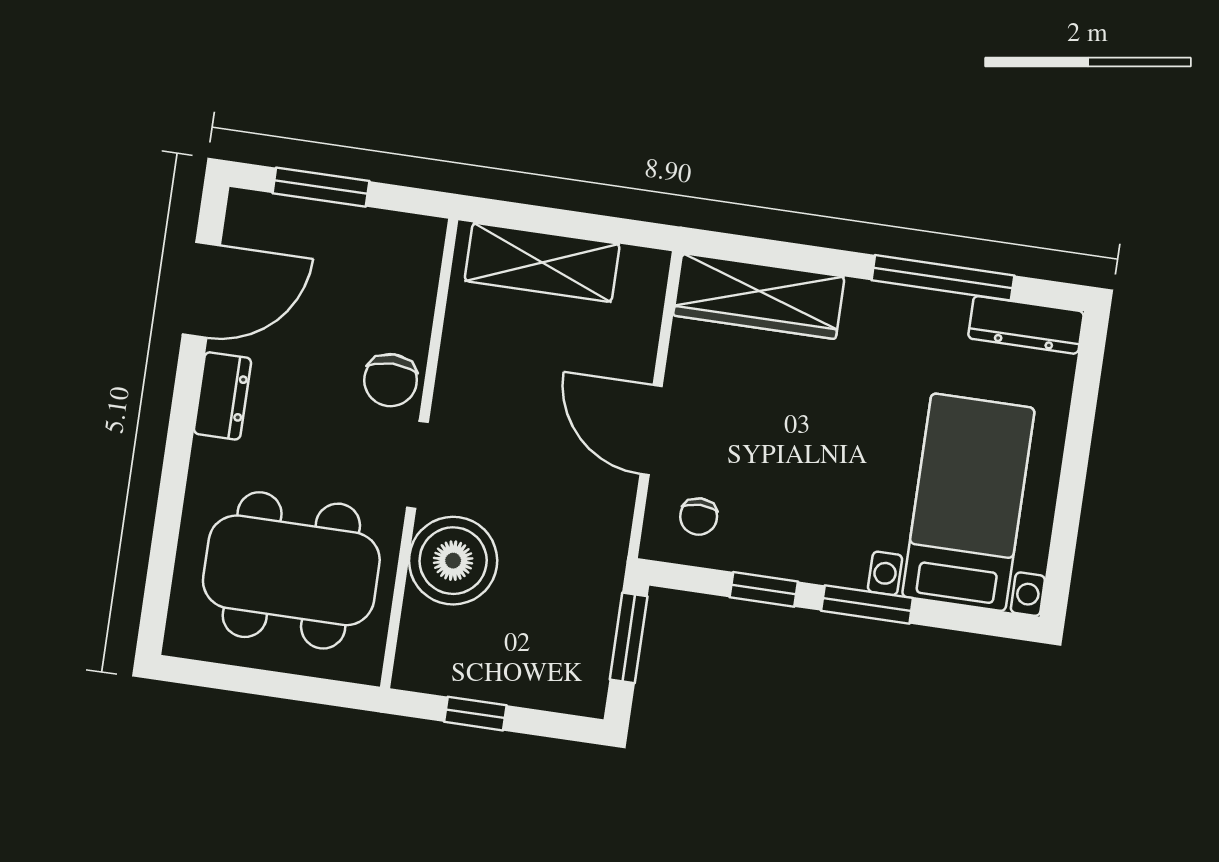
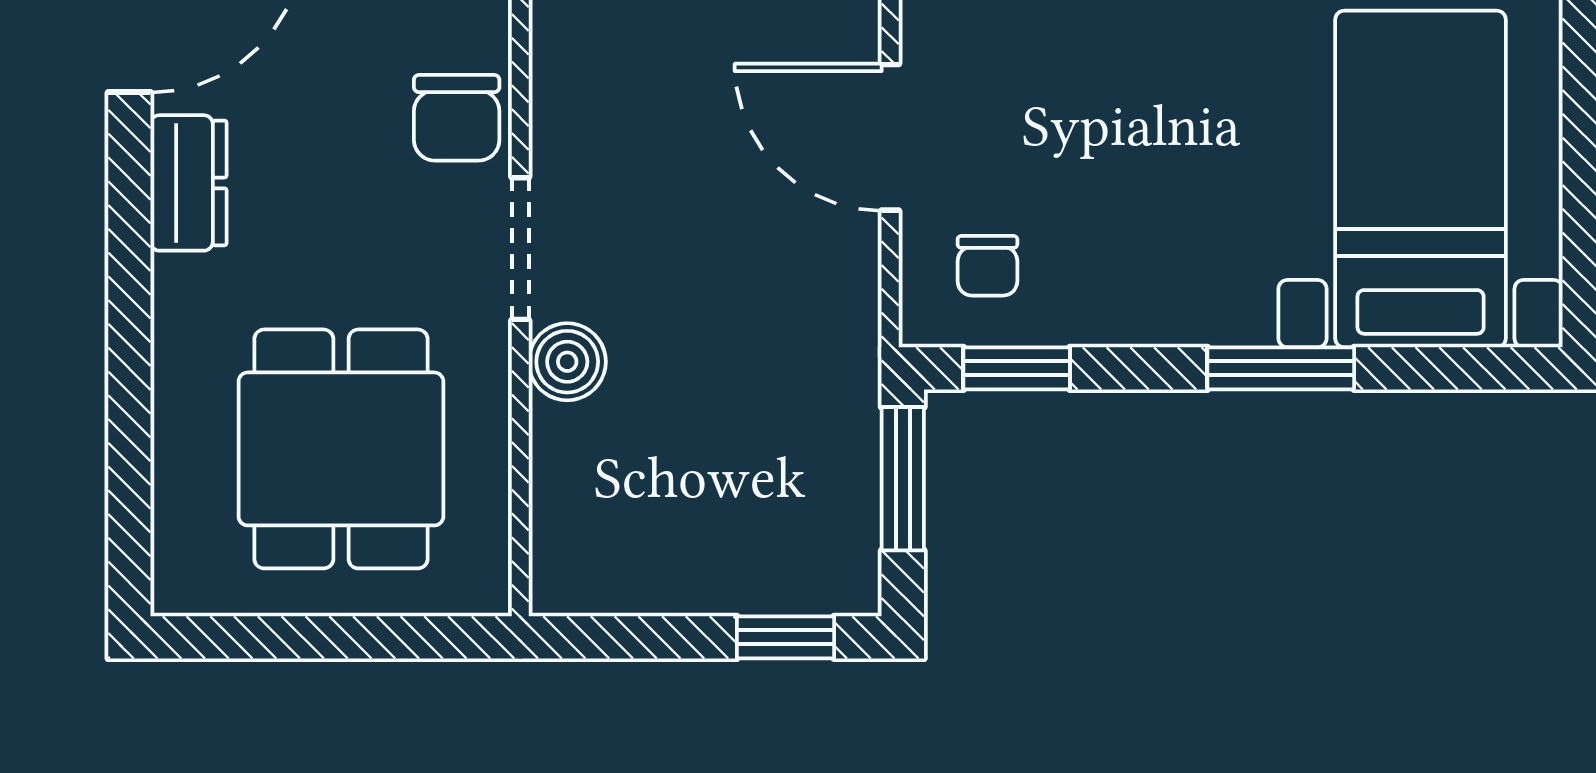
boiler: (453, 561) -> (567, 362), width x0.54, depth x0.54
dining table: (291, 570) -> (341, 449), width x0.73
window: (764, 589) -> (1017, 368), moved
window: (475, 714) -> (786, 637), moved

